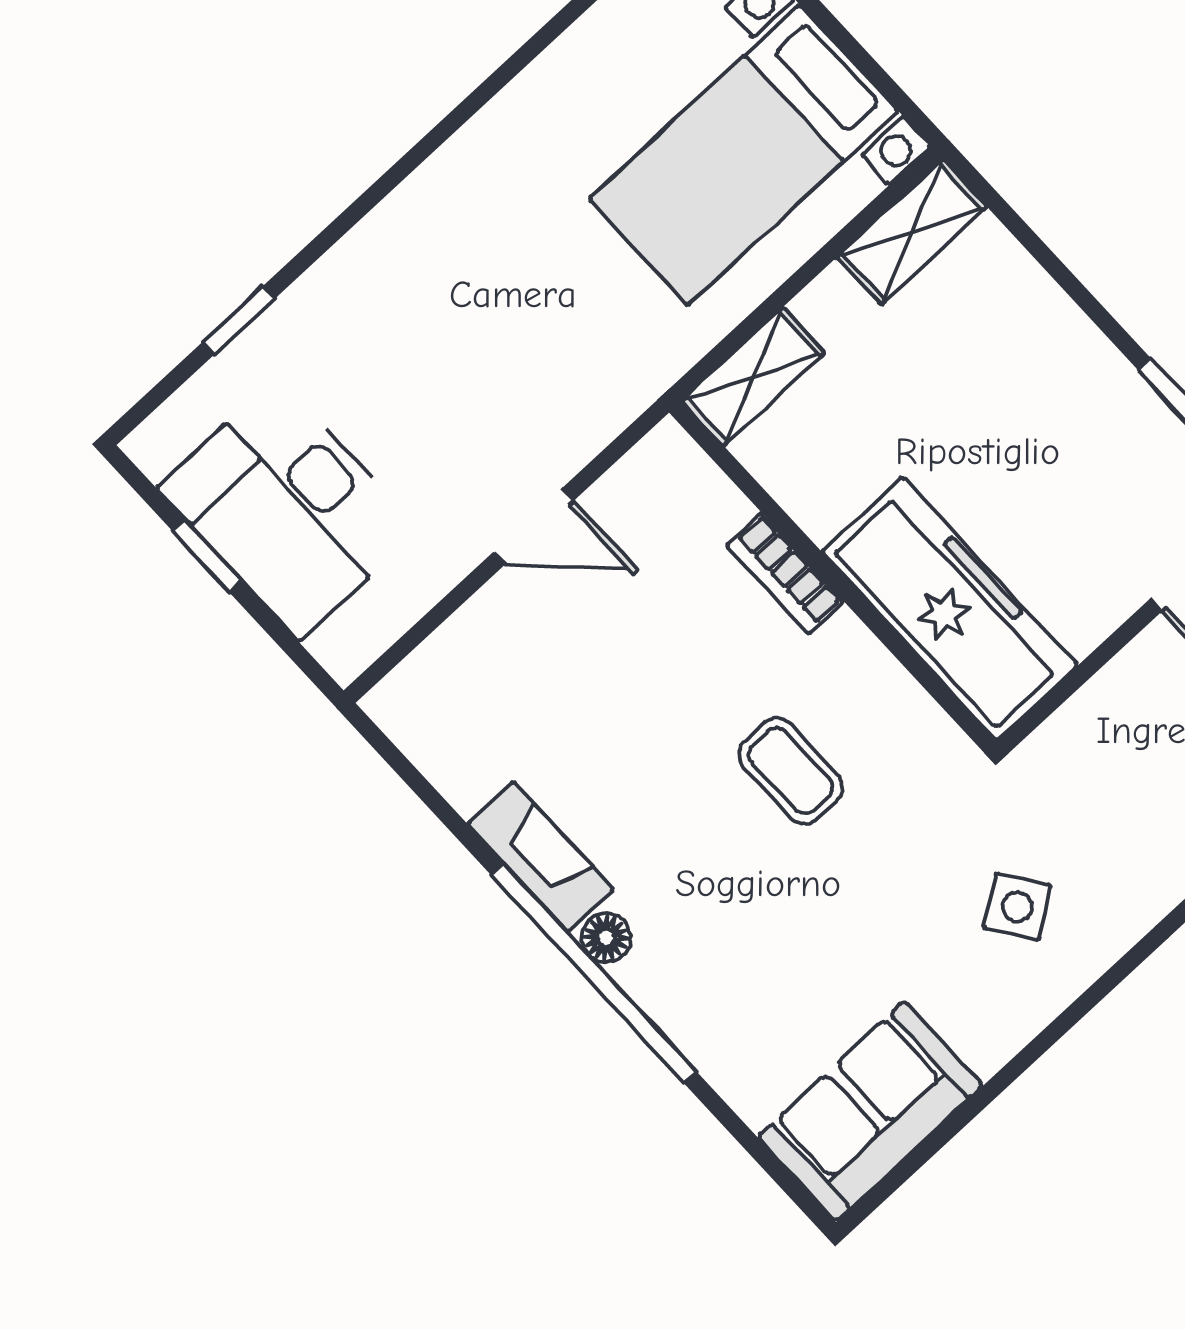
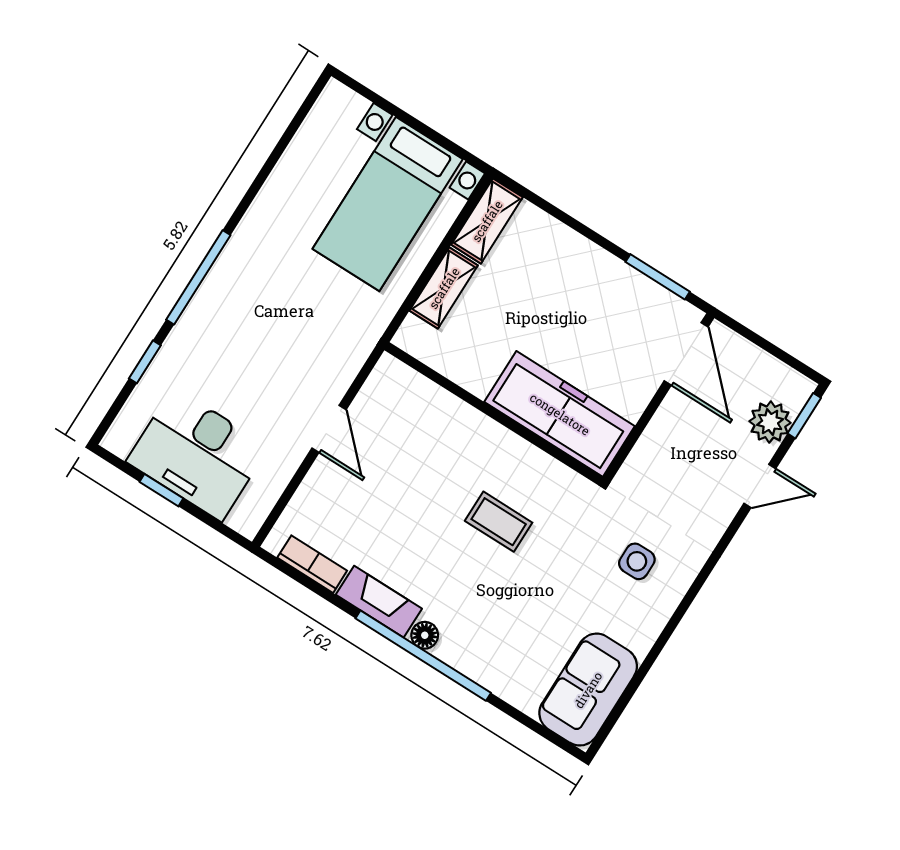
window: (373, 196) -> (198, 277), added
shelving: (753, 377) -> (444, 288), moved
door: (534, 526) -> (329, 429), hinge flipped
bookcase: (785, 573) -> (312, 564), moved, turned 180
side table: (1017, 907) -> (637, 561), turned 35

